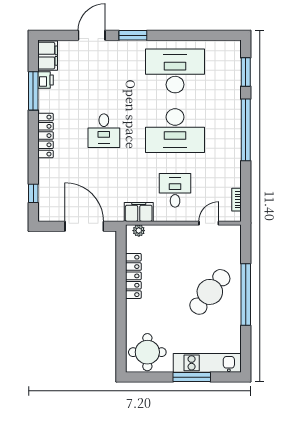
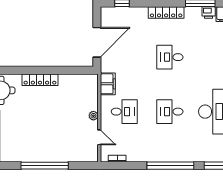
desk: (175, 131) -> (170, 112), width x0.53, depth x0.77
plant: (139, 231) -> (93, 116), moved
locker: (133, 276) -> (40, 80), moved
cafe table: (210, 292) -> (47, 138), removed

